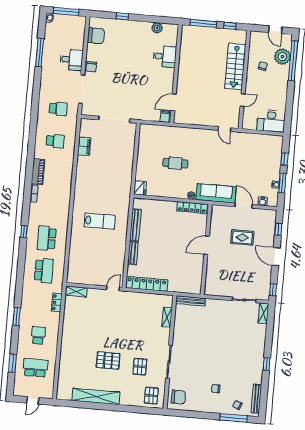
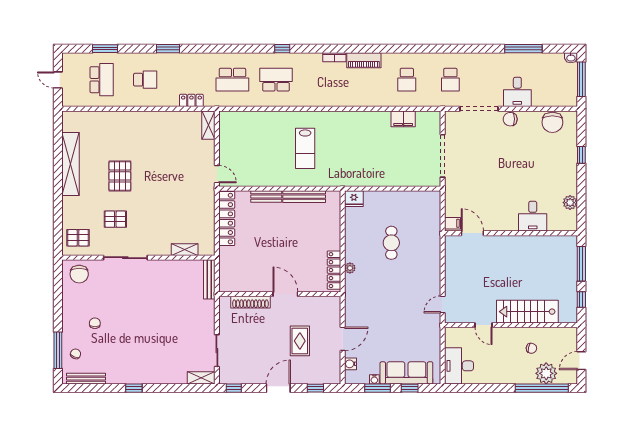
sofa: (216, 193) -> (406, 373), moved, turned -90
shoe rack: (210, 272) -> (250, 302), added

